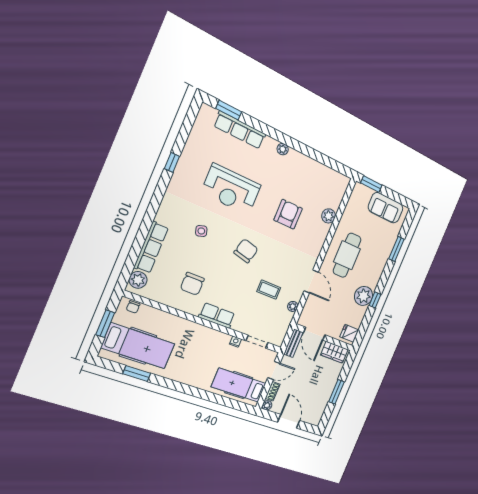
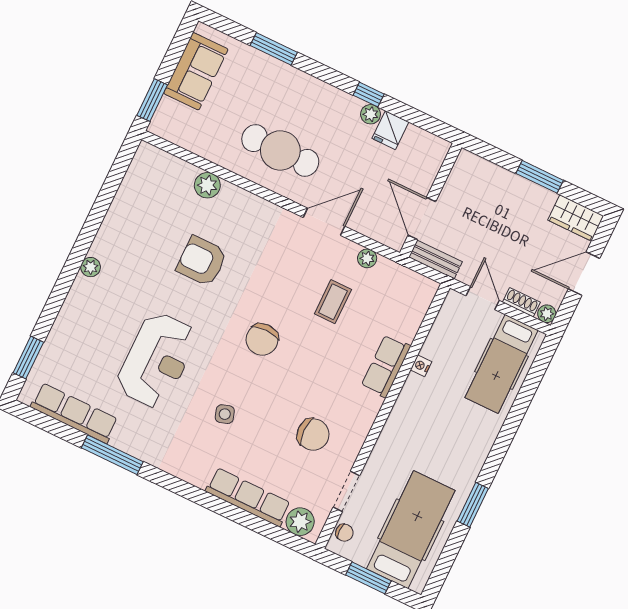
row of seats: (240, 130) -> (74, 413), moved, turned -90
window: (172, 162) -> (112, 455), width x2.17
chair: (246, 251) -> (262, 339), turned -104
plant: (364, 296) -> (371, 114), width x0.53, depth x0.53
row of seats: (217, 316) -> (386, 366), moved
fridge: (349, 333) -> (390, 130), moved
door: (314, 334) -> (422, 218), swing flipped
doorway: (257, 342) -> (346, 491), moved
wardrobe: (334, 352) -> (576, 218), moved, turned 90
window: (137, 373) -> (473, 505), moved

